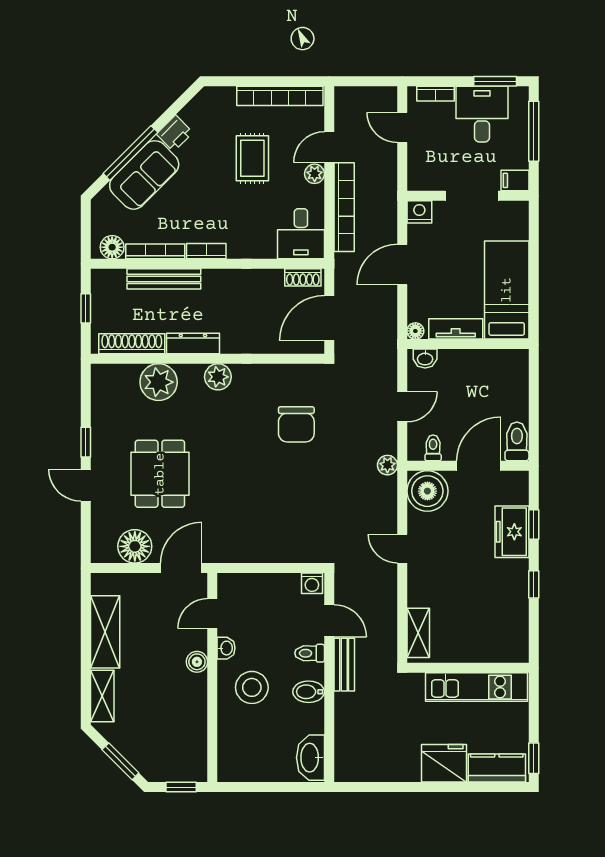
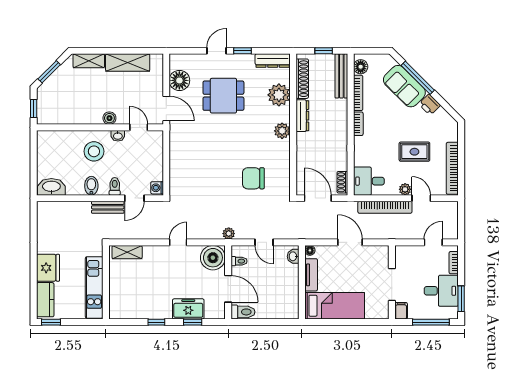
nightstand: (419, 212) -> (382, 253), removed
bench: (164, 279) -> (341, 76), moved
dresser: (102, 392) -> (273, 61), added

